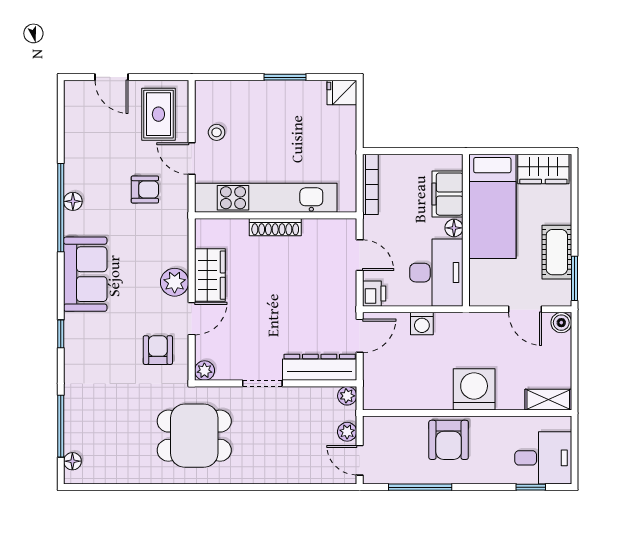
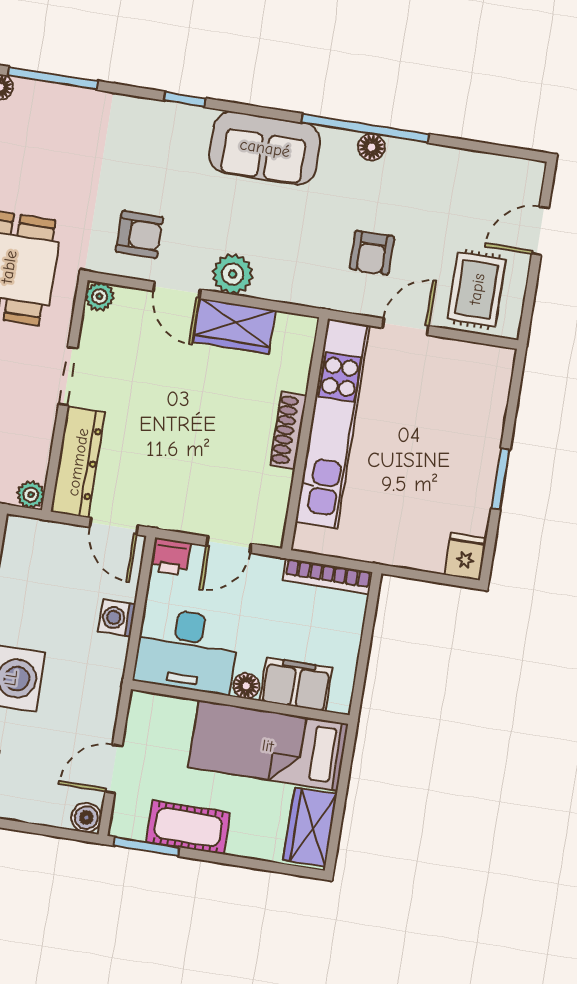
rug: (158, 114) -> (477, 289), turned 90
stool: (217, 132) -> (437, 368), removed

